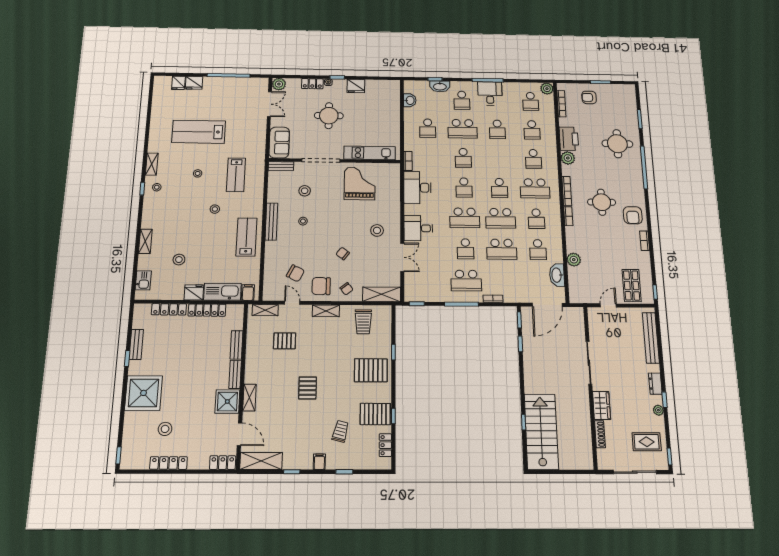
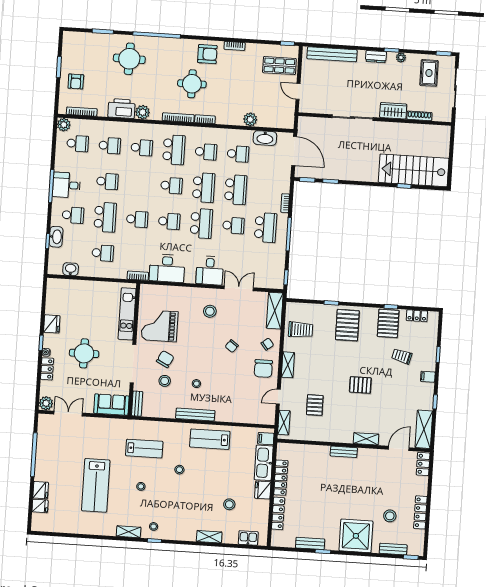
chair: (295, 273) -> (165, 359), moved
bench: (237, 345) -> (393, 549), moved
shower: (227, 402) -> (368, 459), removed

